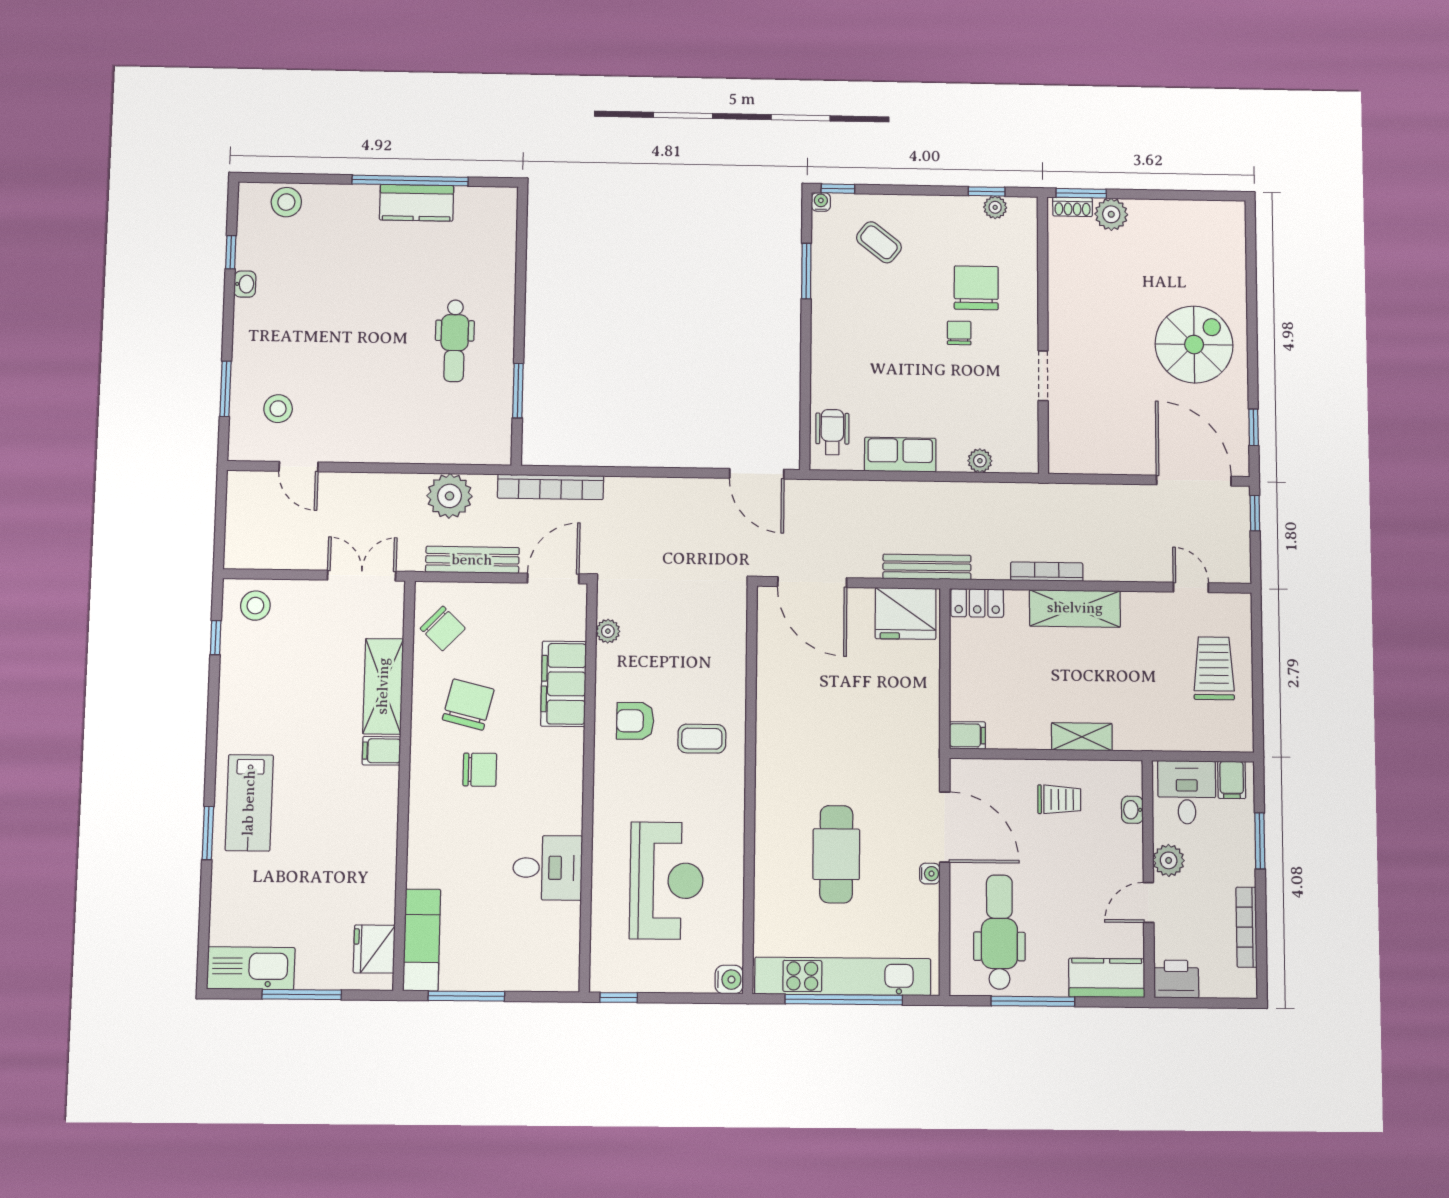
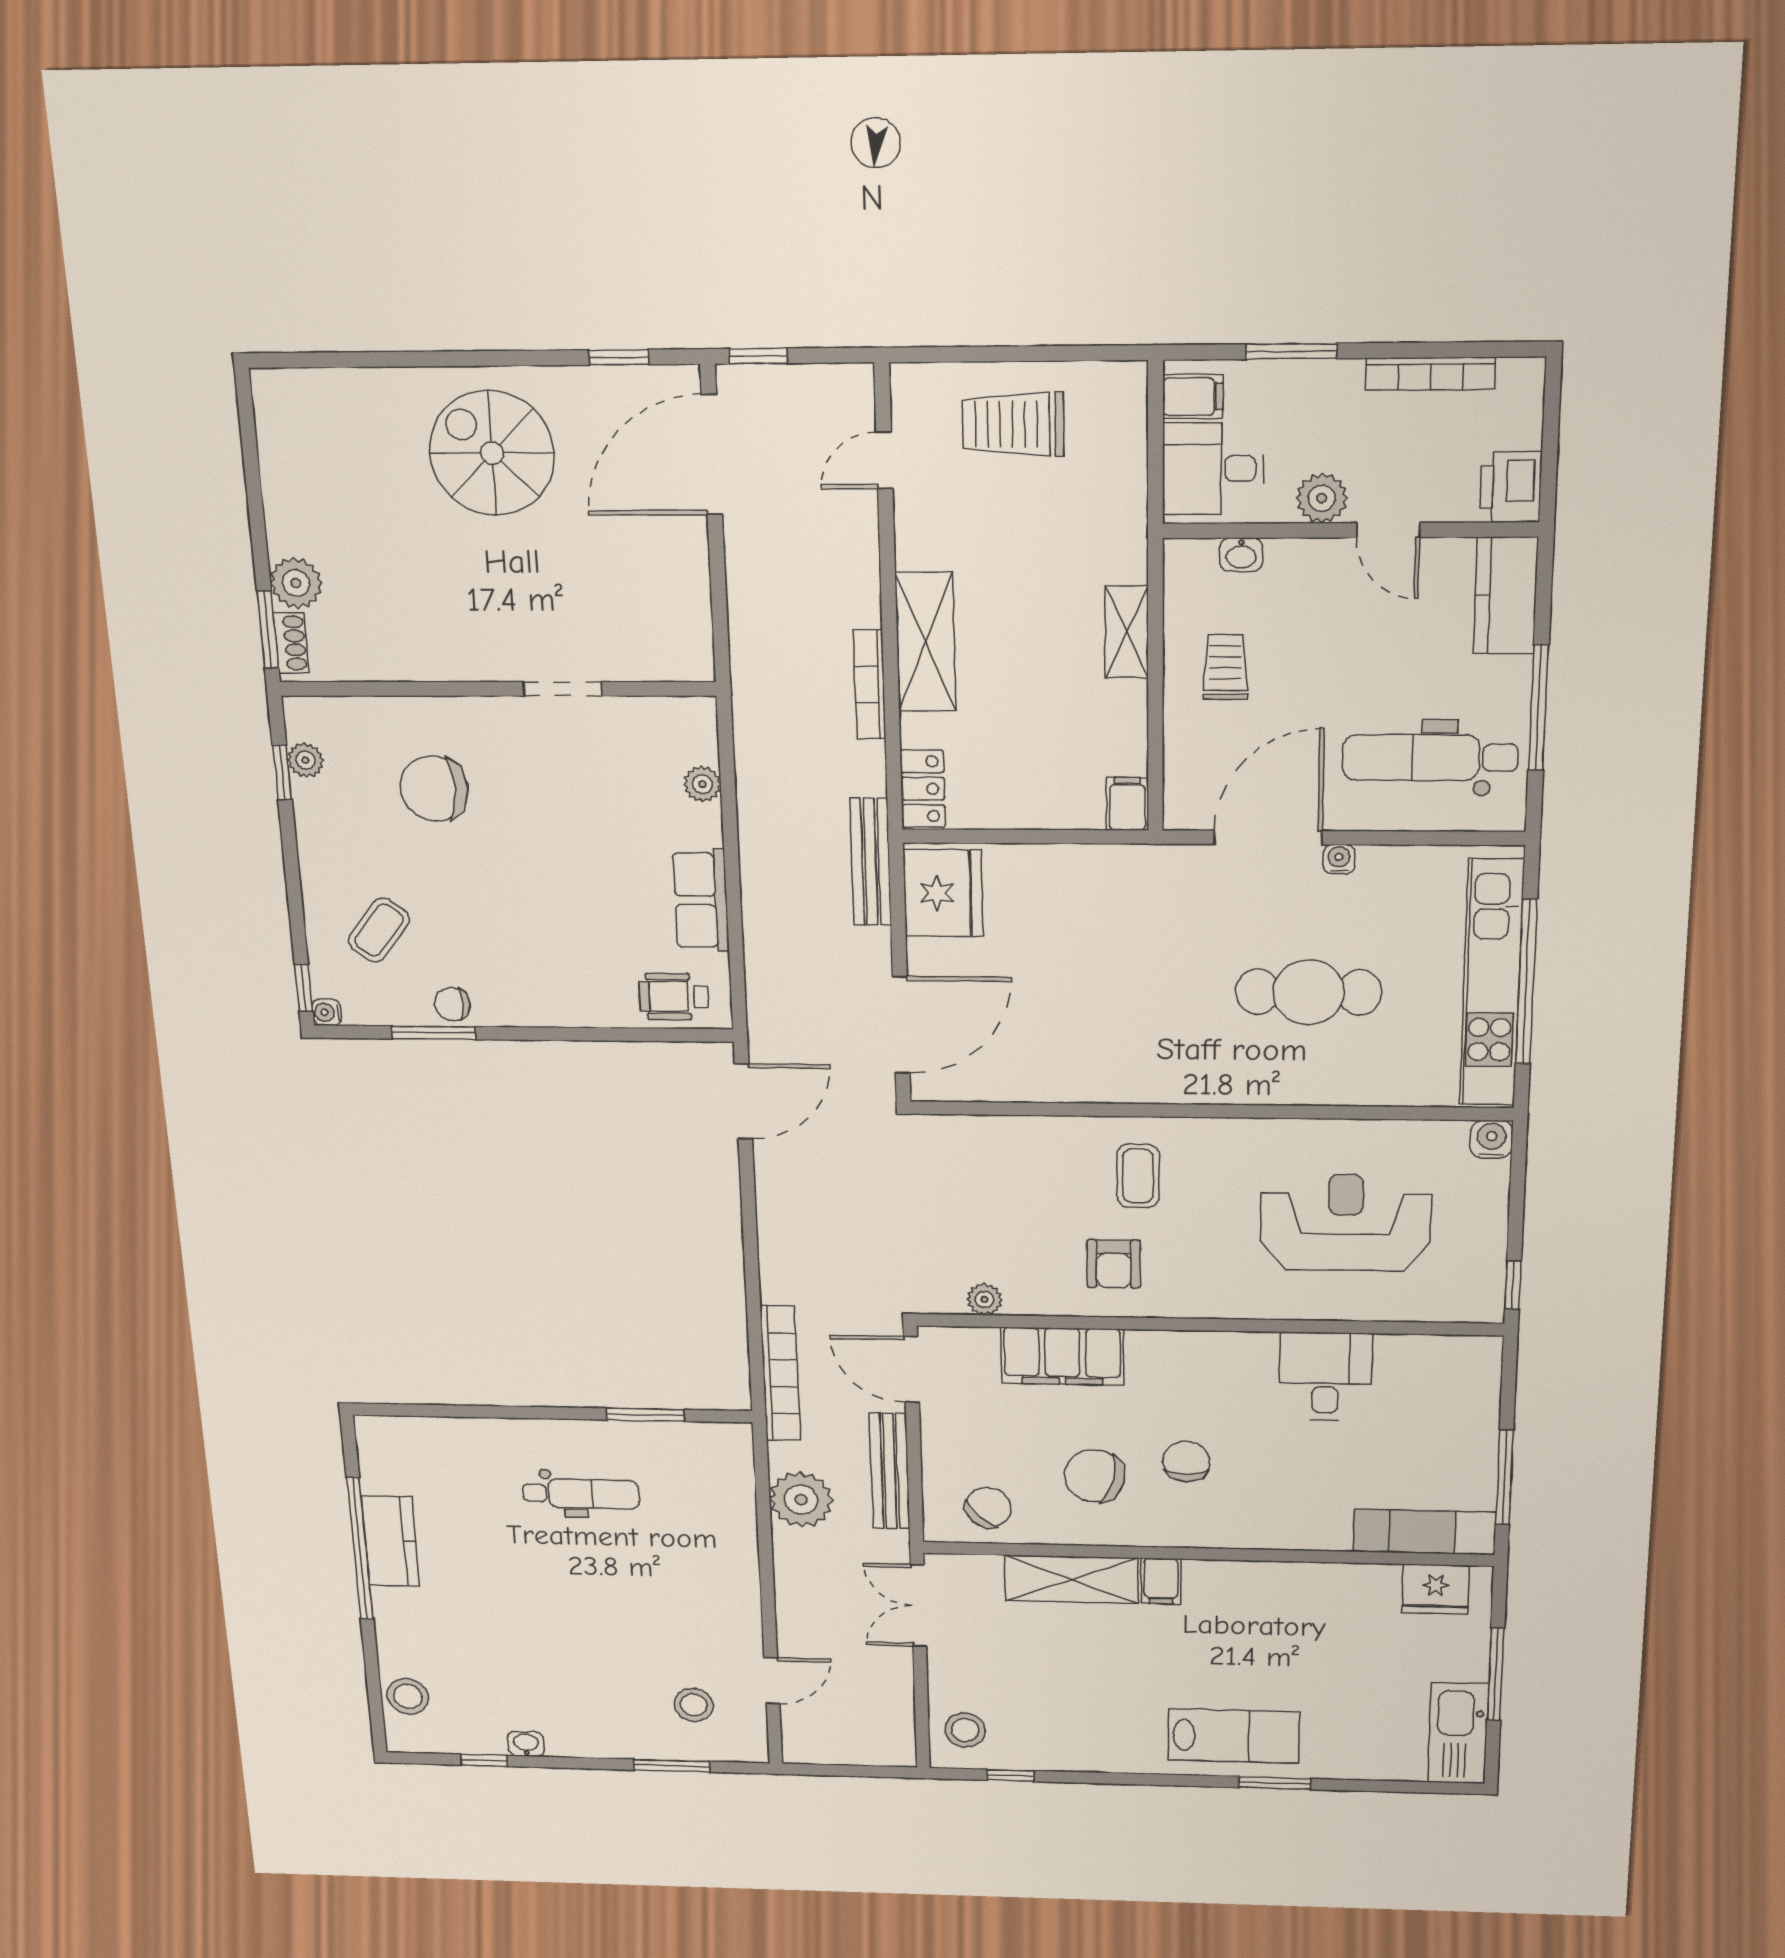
chair: (959, 333) -> (452, 1004), moved

